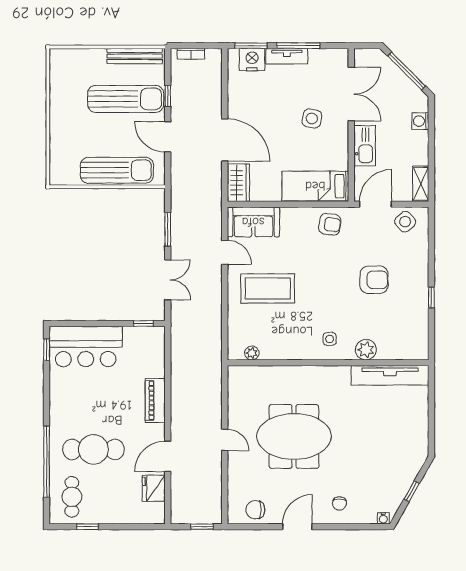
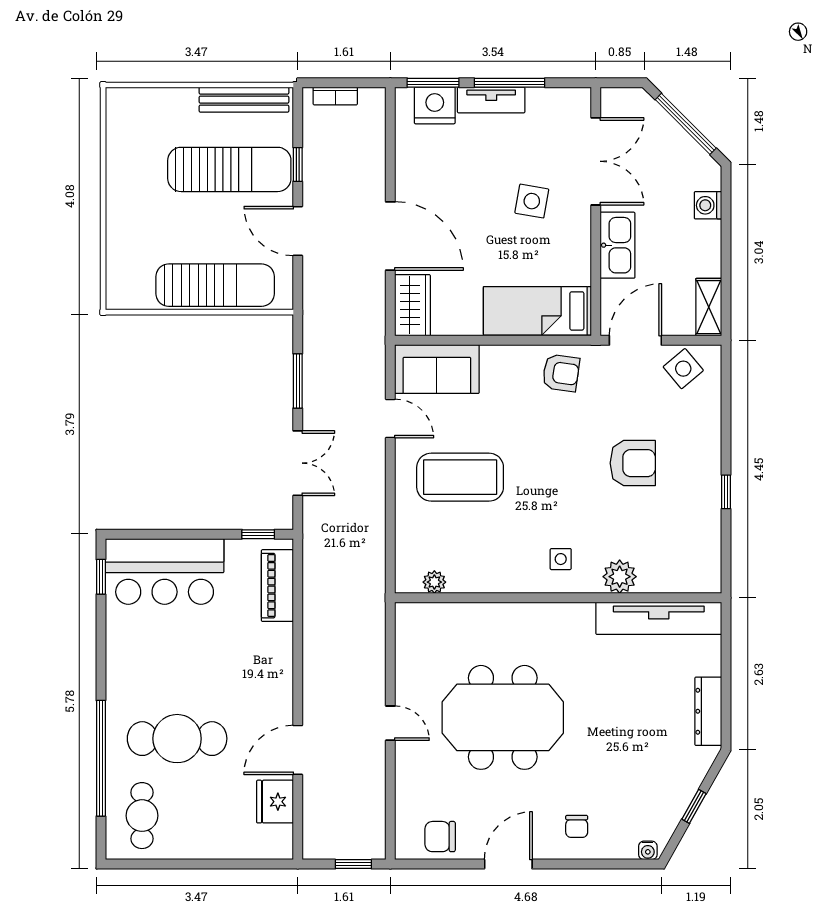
piano: (155, 400) -> (277, 586), moved
dresser: (420, 433) -> (708, 711), added
window: (88, 527) -> (167, 864), removed

